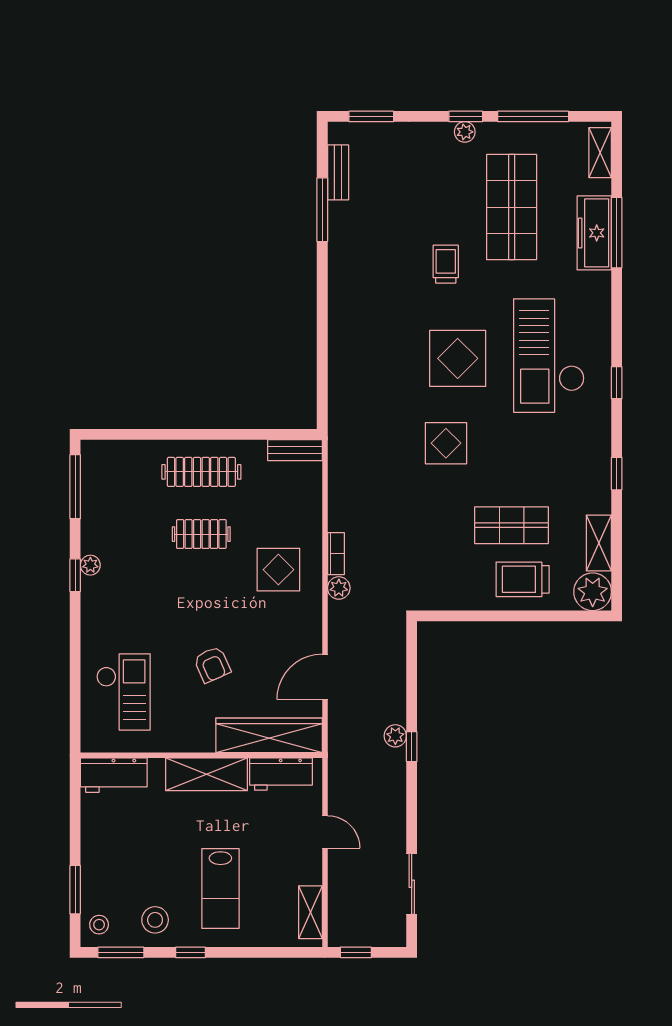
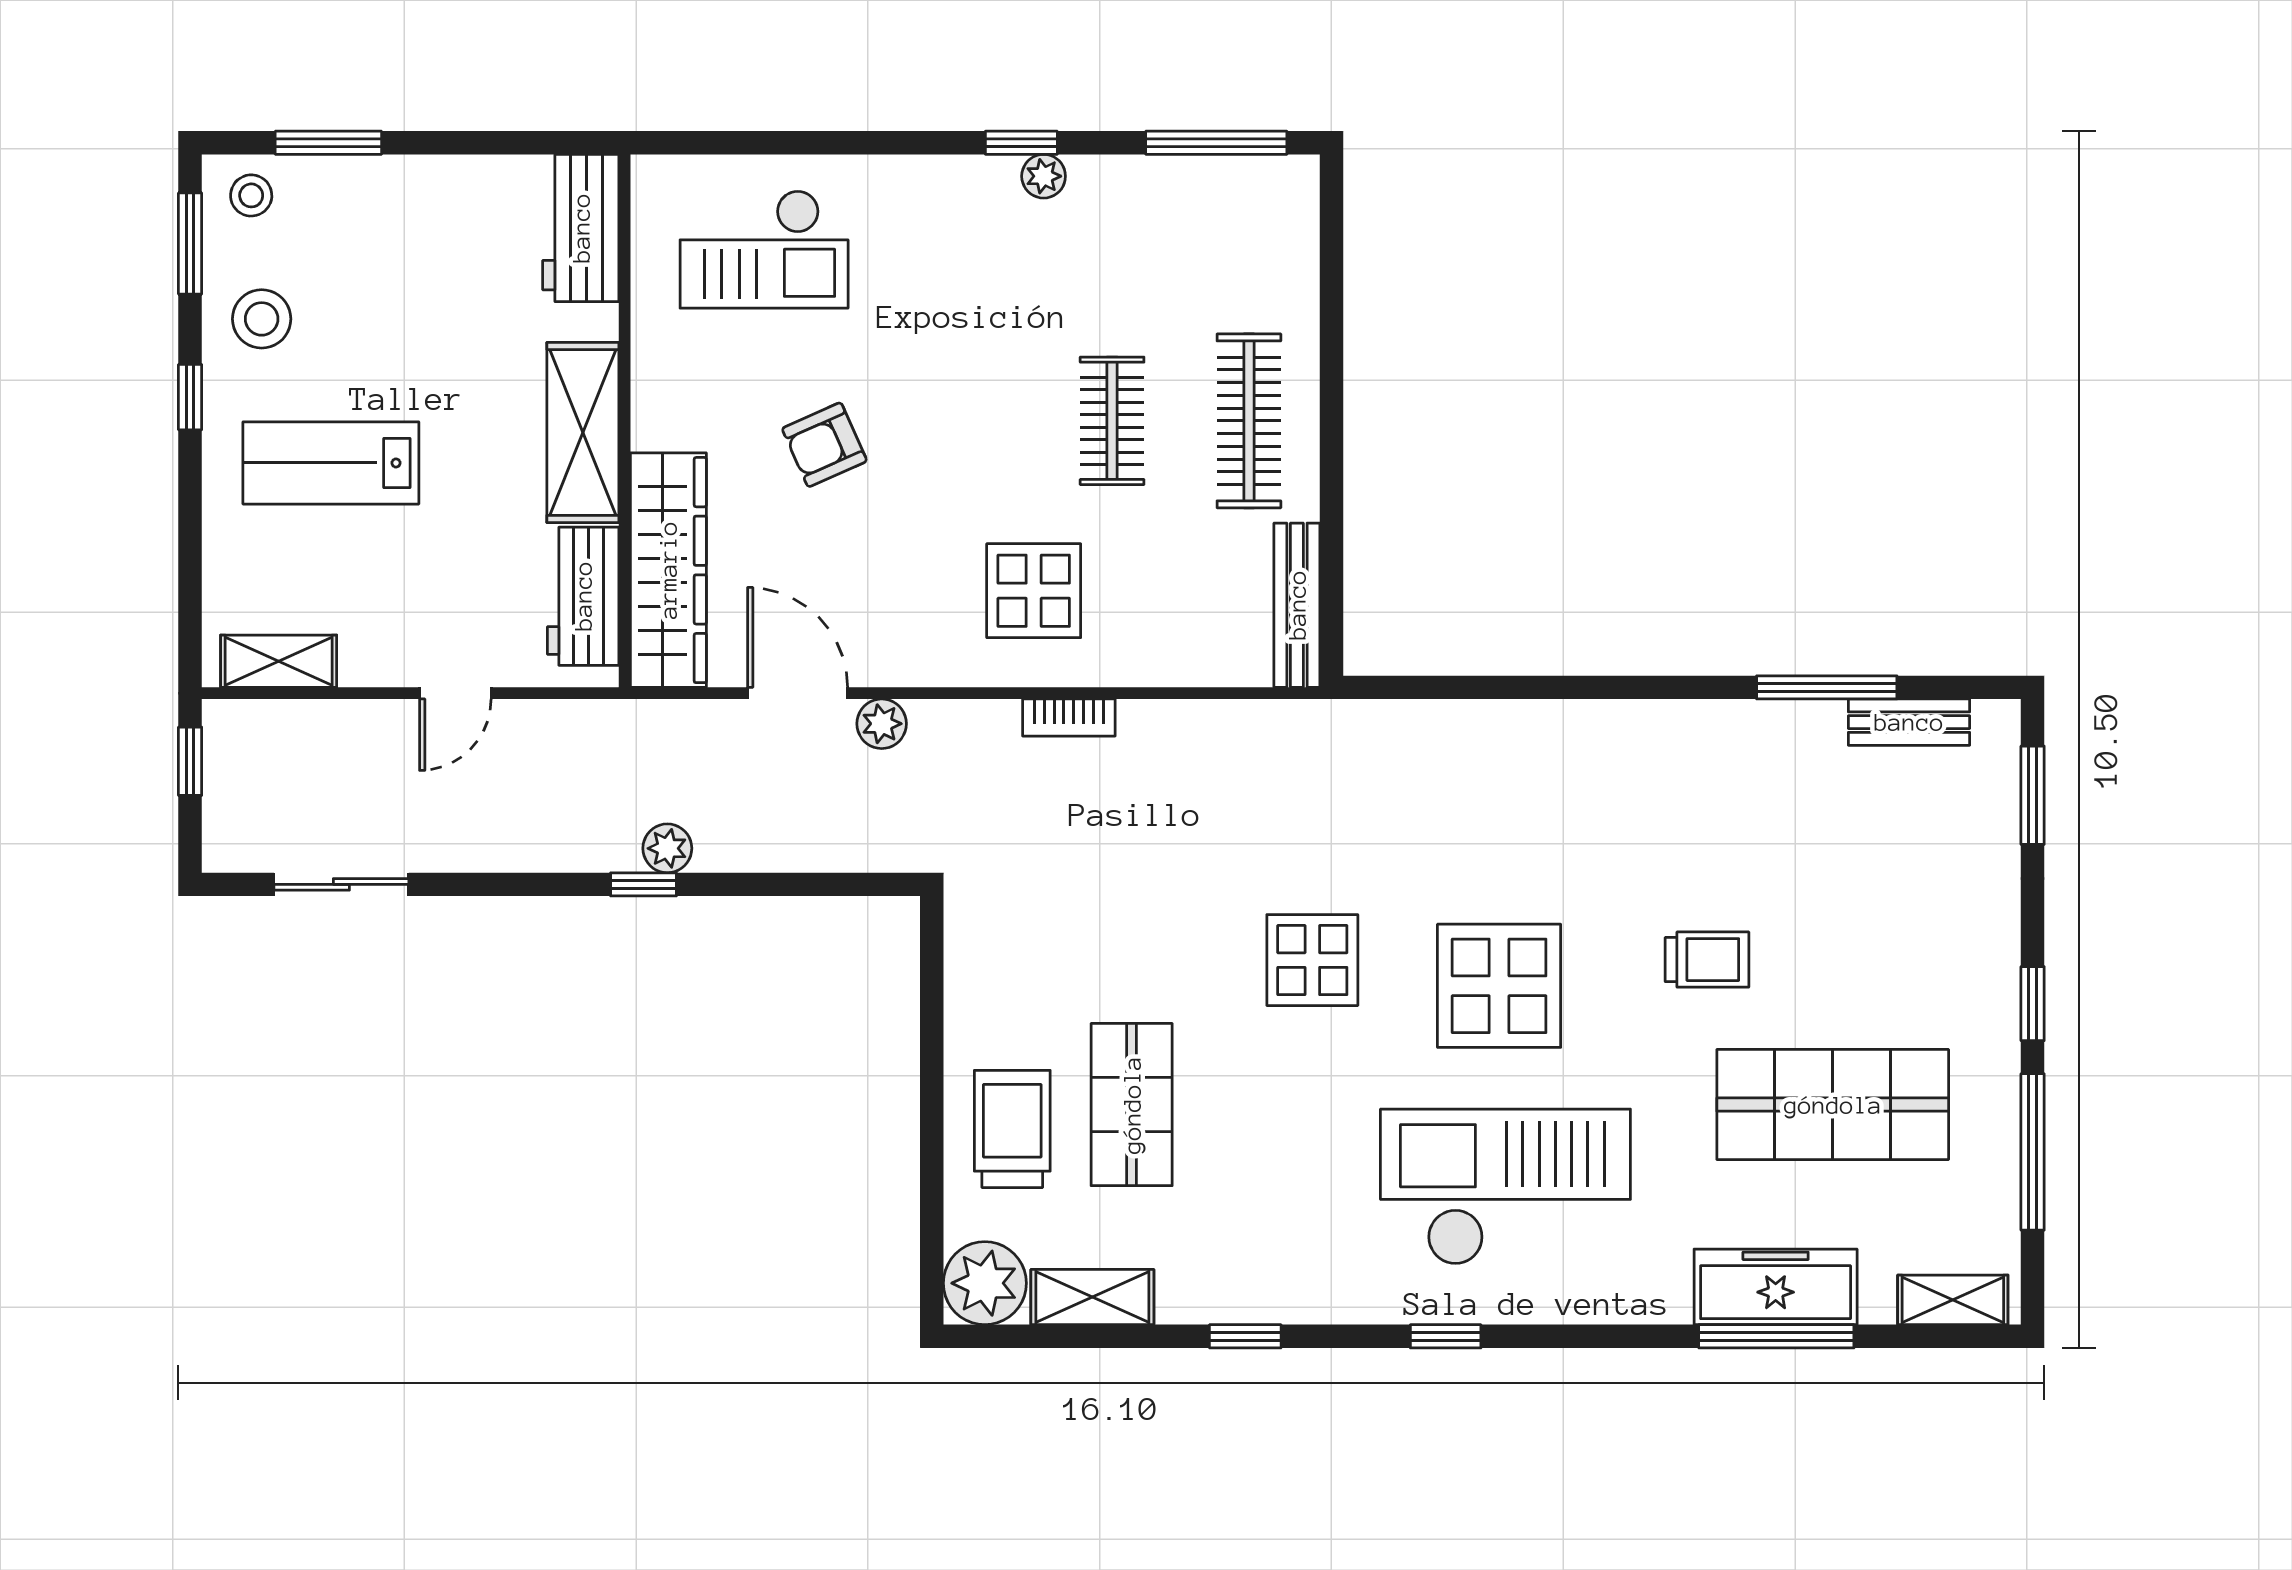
plant: (465, 132) -> (1998, 1001), removed
bench: (295, 450) -> (1297, 605), width x1.36
plant: (339, 588) -> (882, 724), moved

